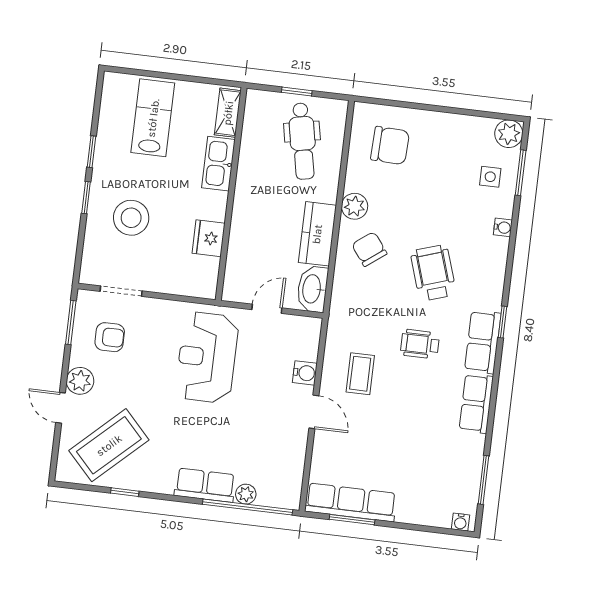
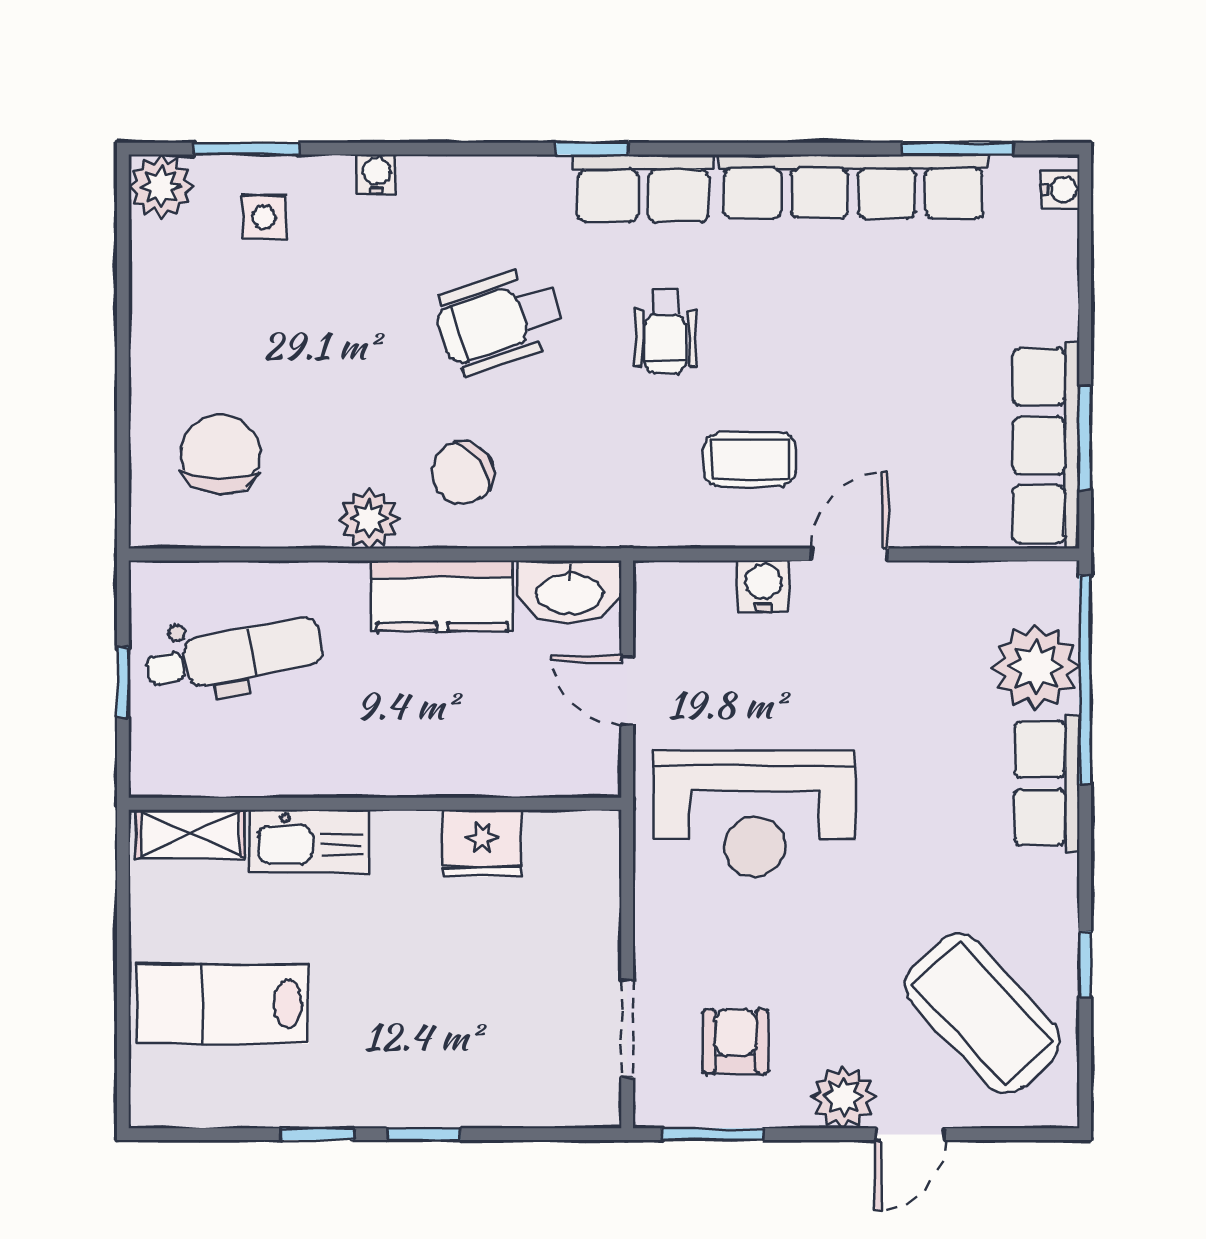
stool: (131, 218) -> (457, 1025), removed
row of seats: (476, 403) -> (853, 186), width x2.02
plant: (246, 494) -> (1036, 667), width x1.87, depth x1.87

